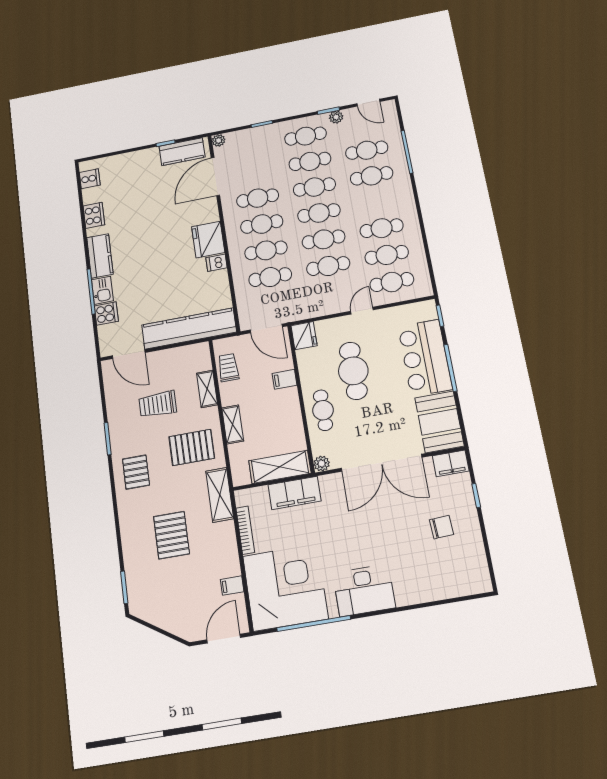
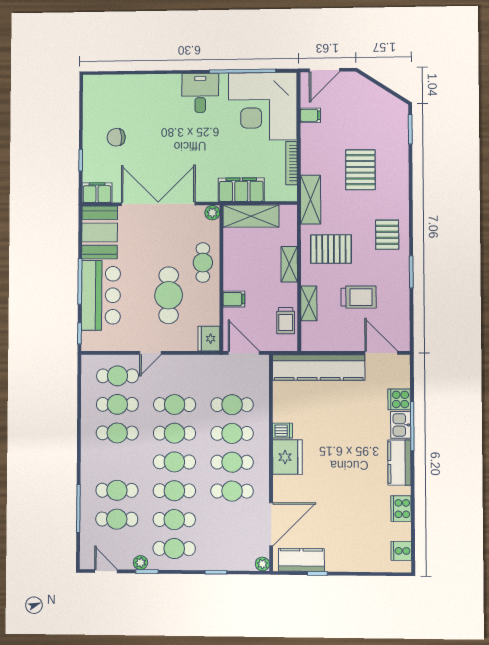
desk: (364, 590) -> (200, 93), width x0.73

